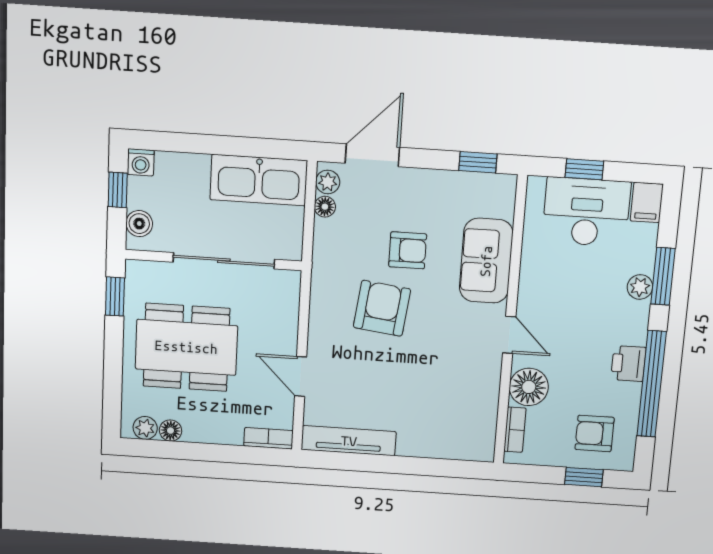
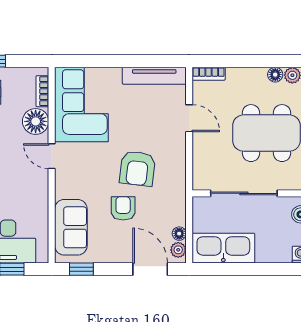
door: (372, 155) -> (150, 269), swing flipped
armchair: (408, 250) -> (123, 208), turned 90
sofa: (486, 261) -> (71, 227), moved
corner sofa: (459, 407) -> (81, 105), added

